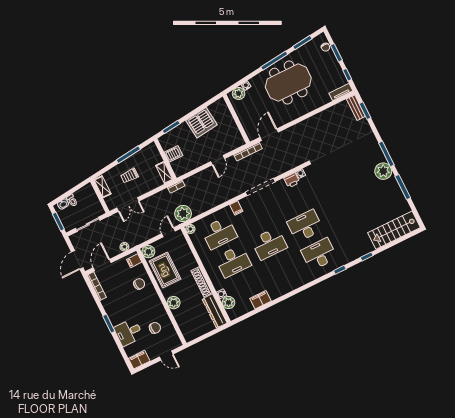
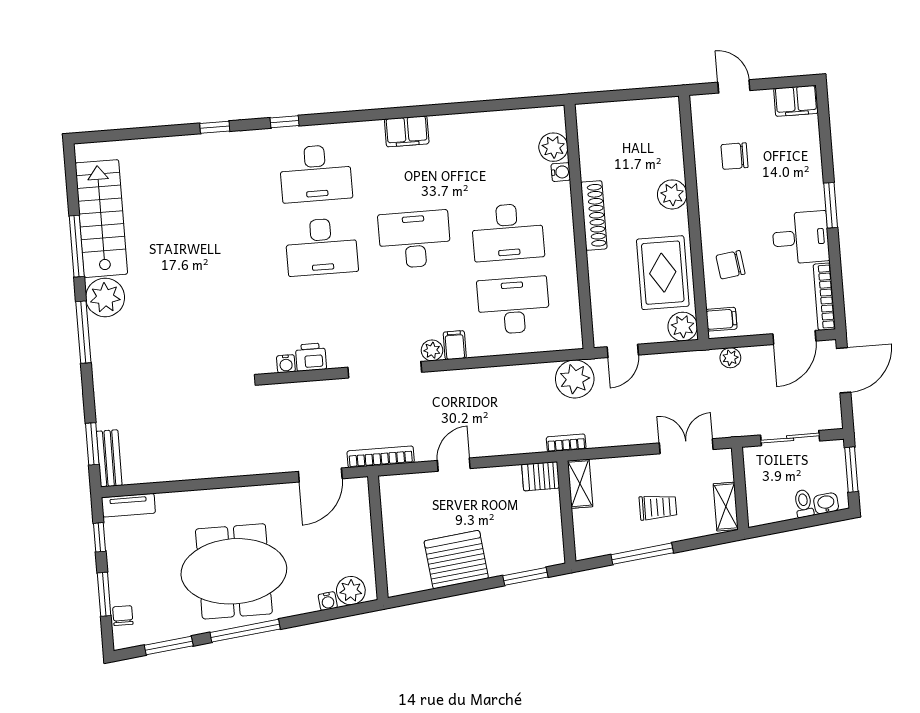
server rack: (173, 154) -> (541, 476), moved
plant: (190, 229) -> (432, 350), moved
stairs: (394, 230) -> (101, 219), moved, turned -90
desk: (233, 261) -> (508, 232), turned 180
filing cabinet: (260, 300) -> (407, 131), moved
dresser: (215, 311) -> (591, 141), removed
desk: (129, 332) -> (801, 238), moved

